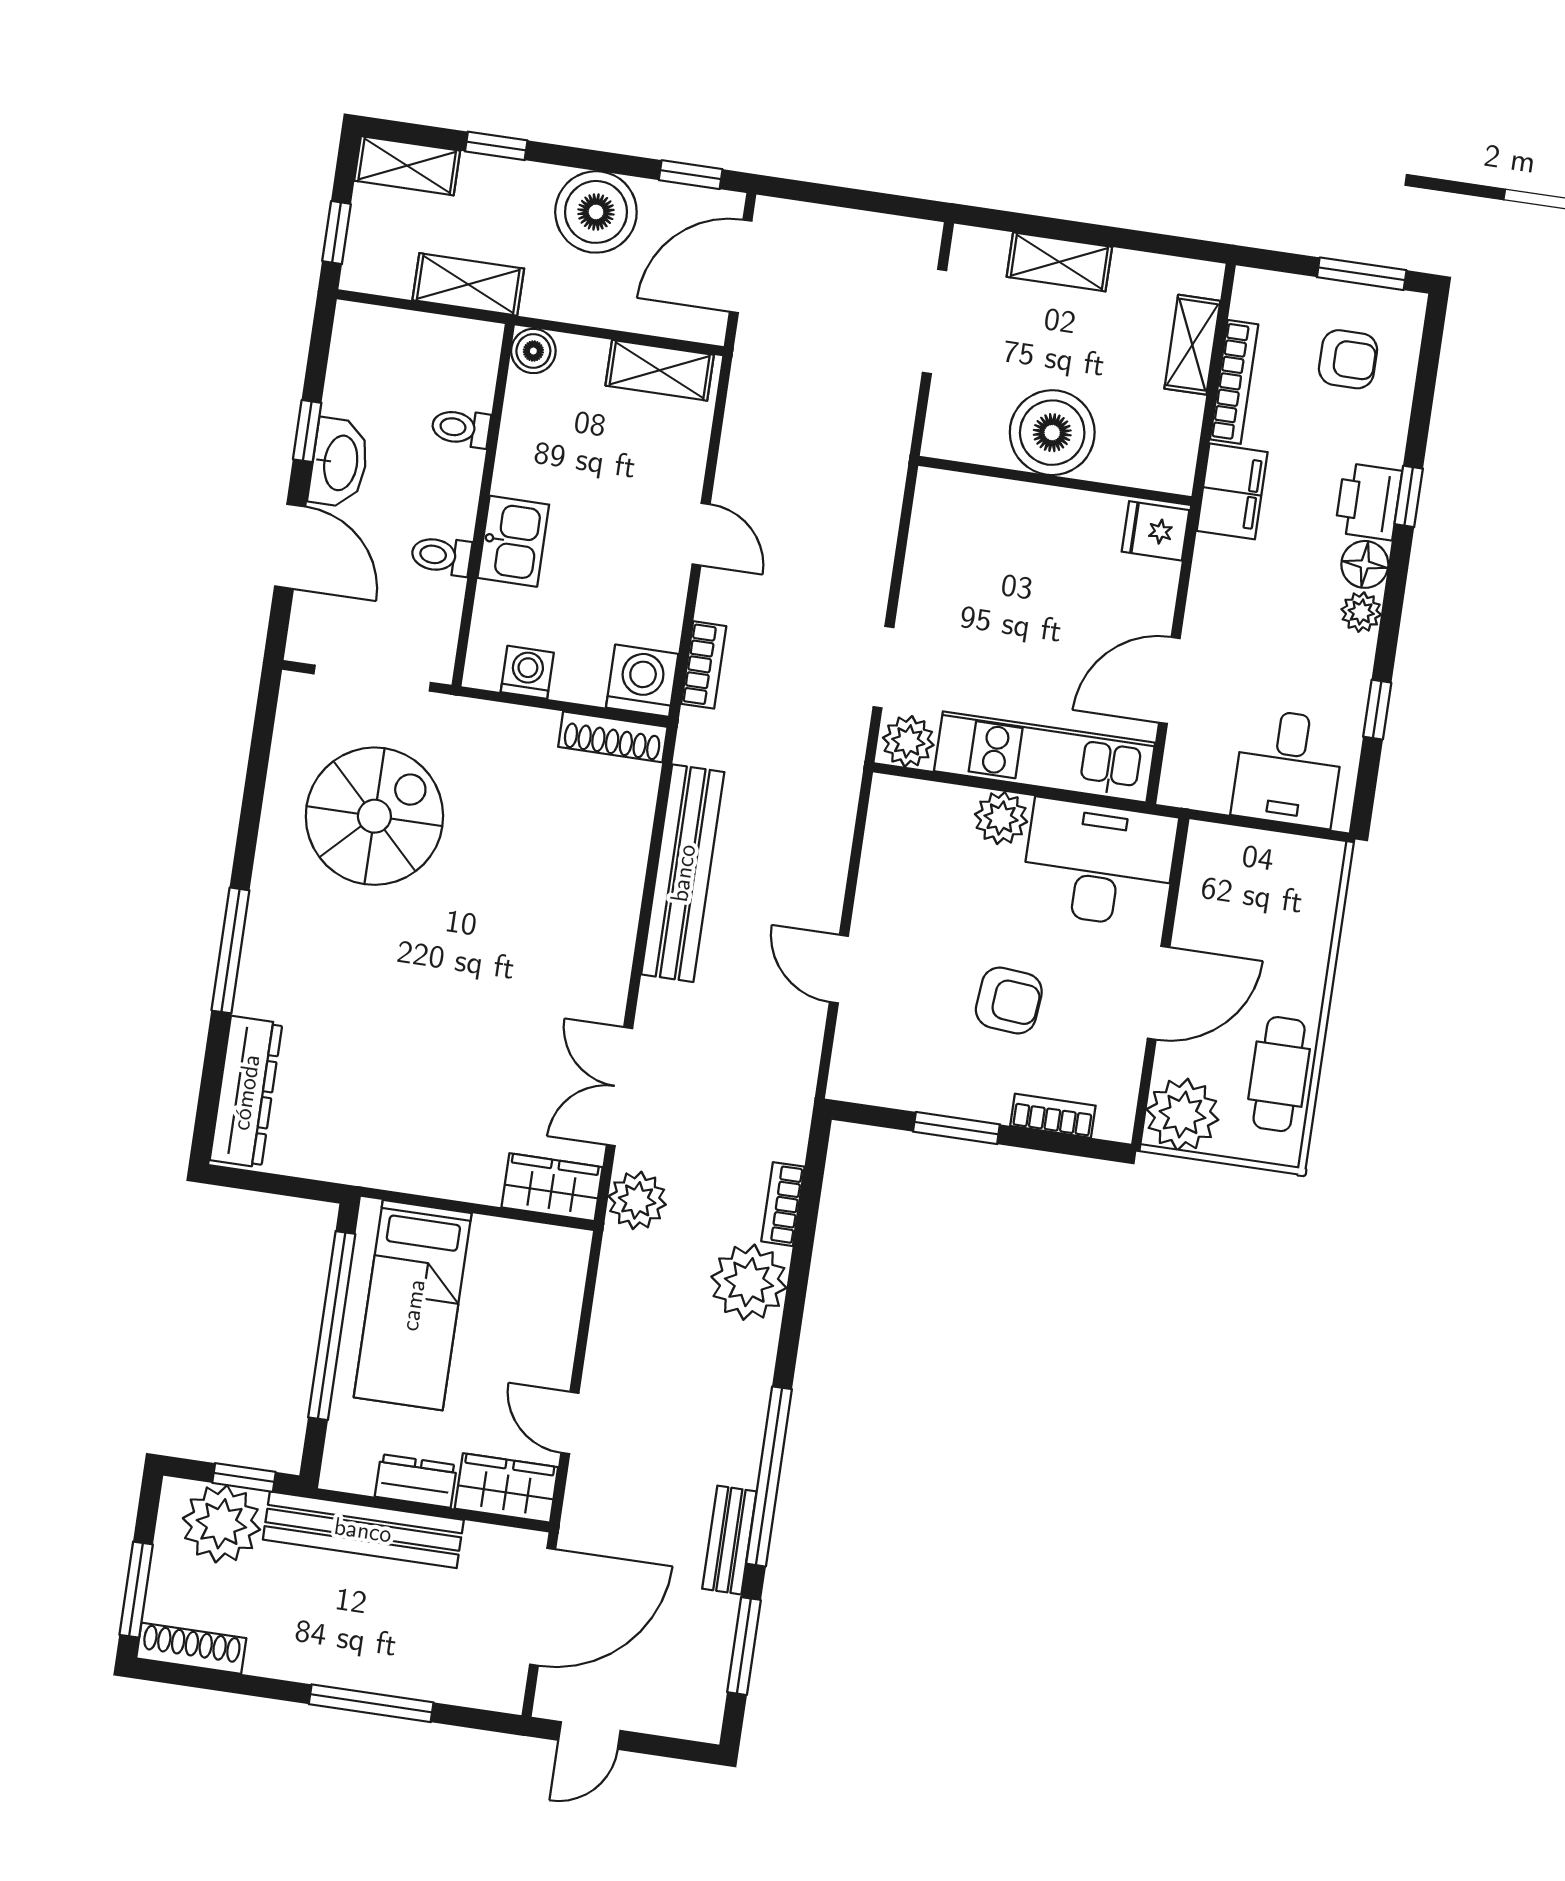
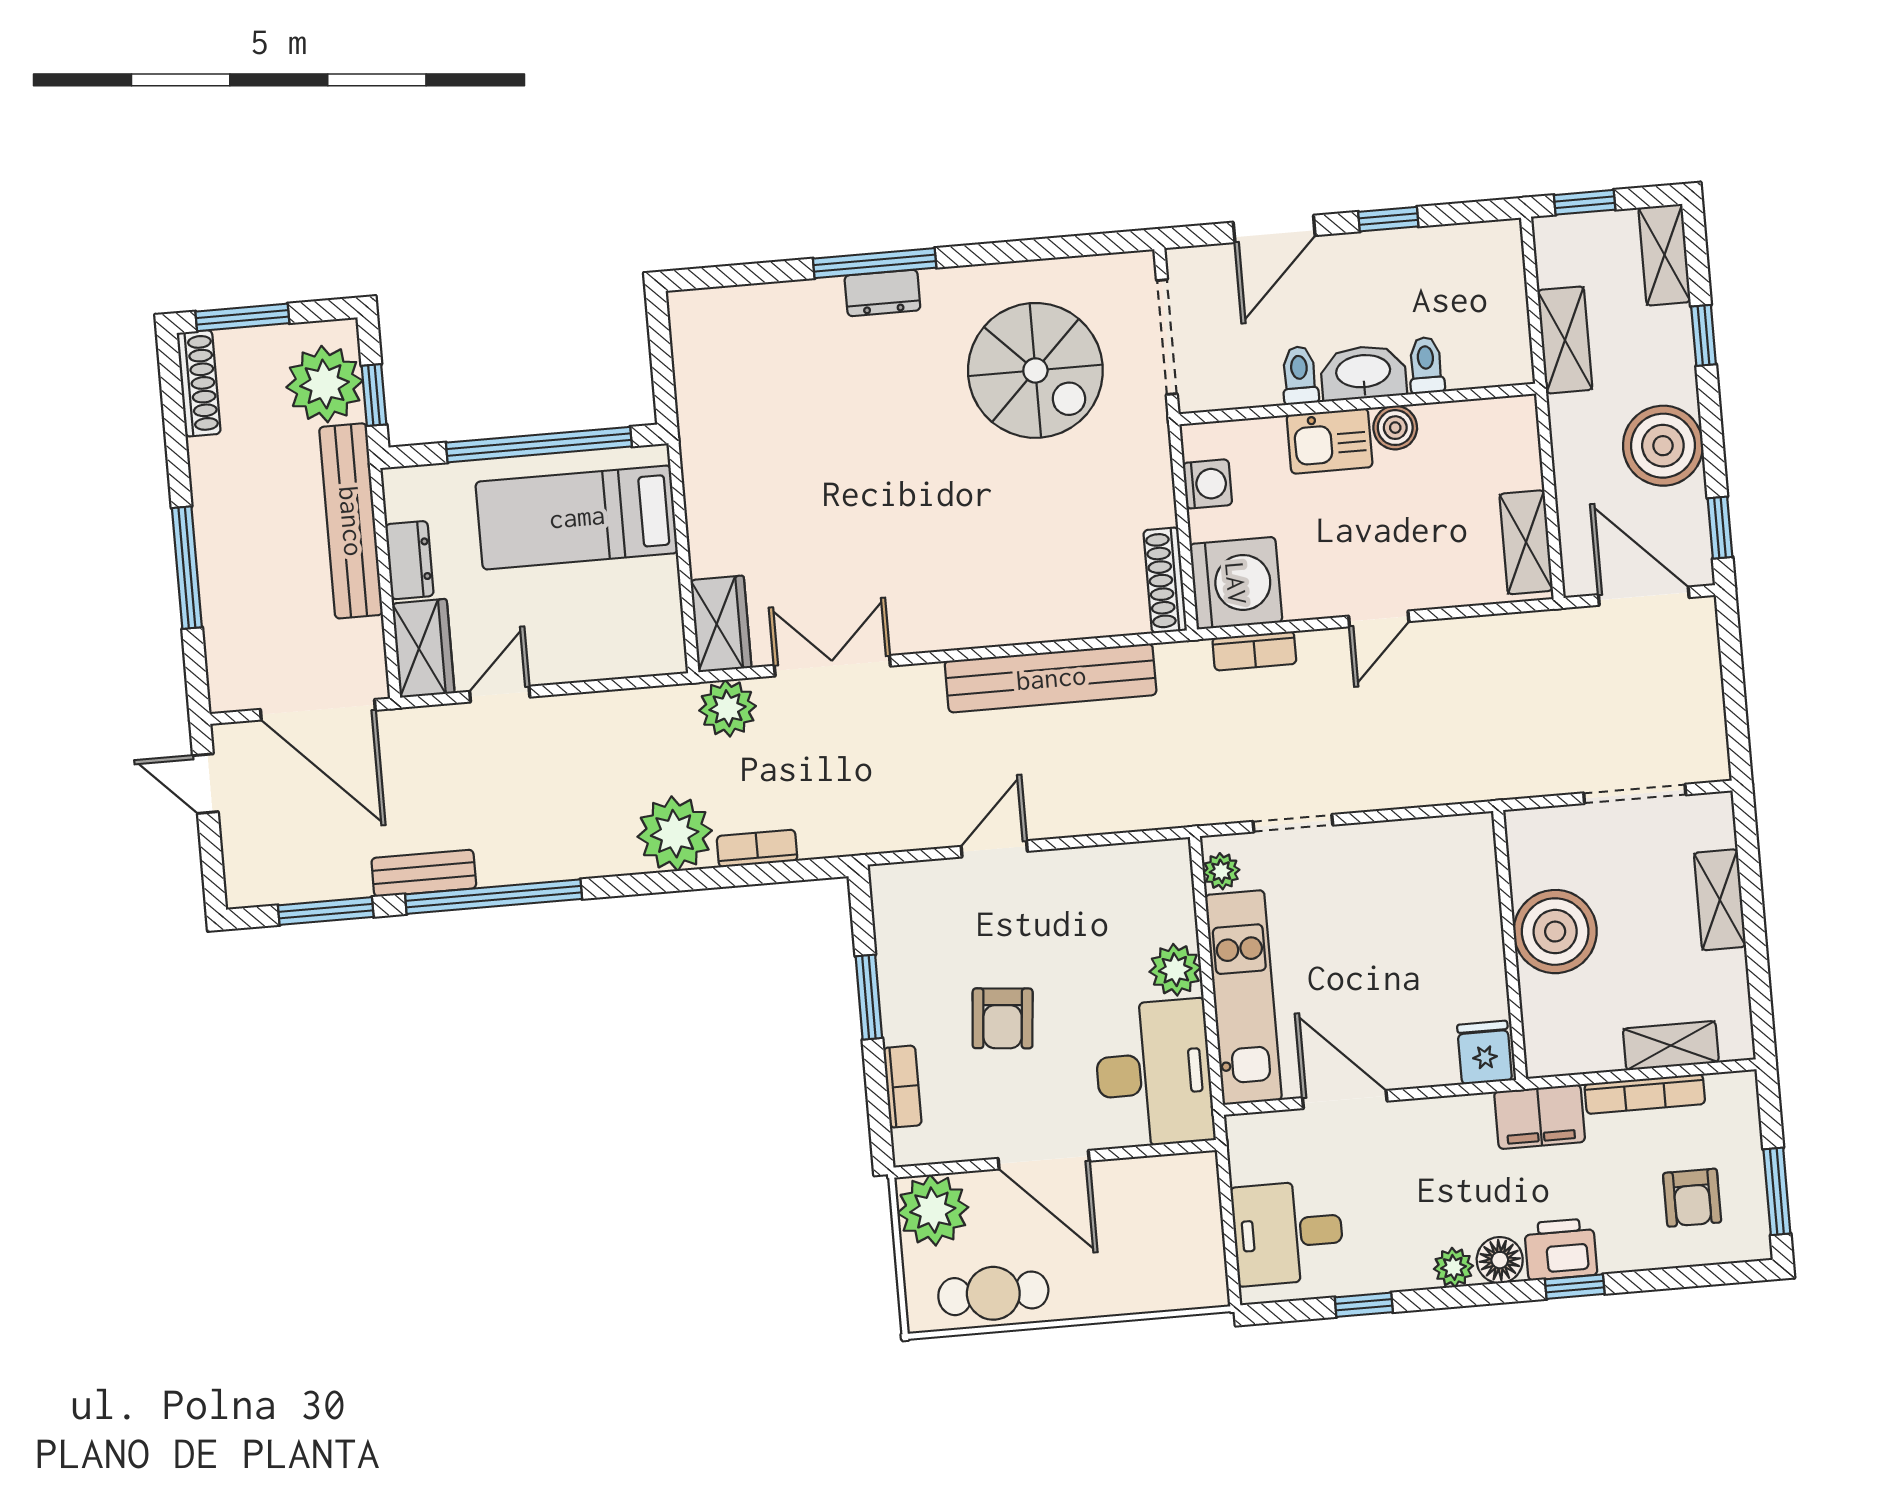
boiler: (533, 351) -> (1395, 428), moved
washbasin: (339, 463) -> (1363, 373), moved, turned 180
washing machine: (642, 681) -> (1236, 583), width x1.37, depth x1.37
plant: (908, 741) -> (1221, 871), width x0.73, depth x0.73
dresser: (246, 1092) -> (882, 293), moved, width x0.51, depth x0.80

